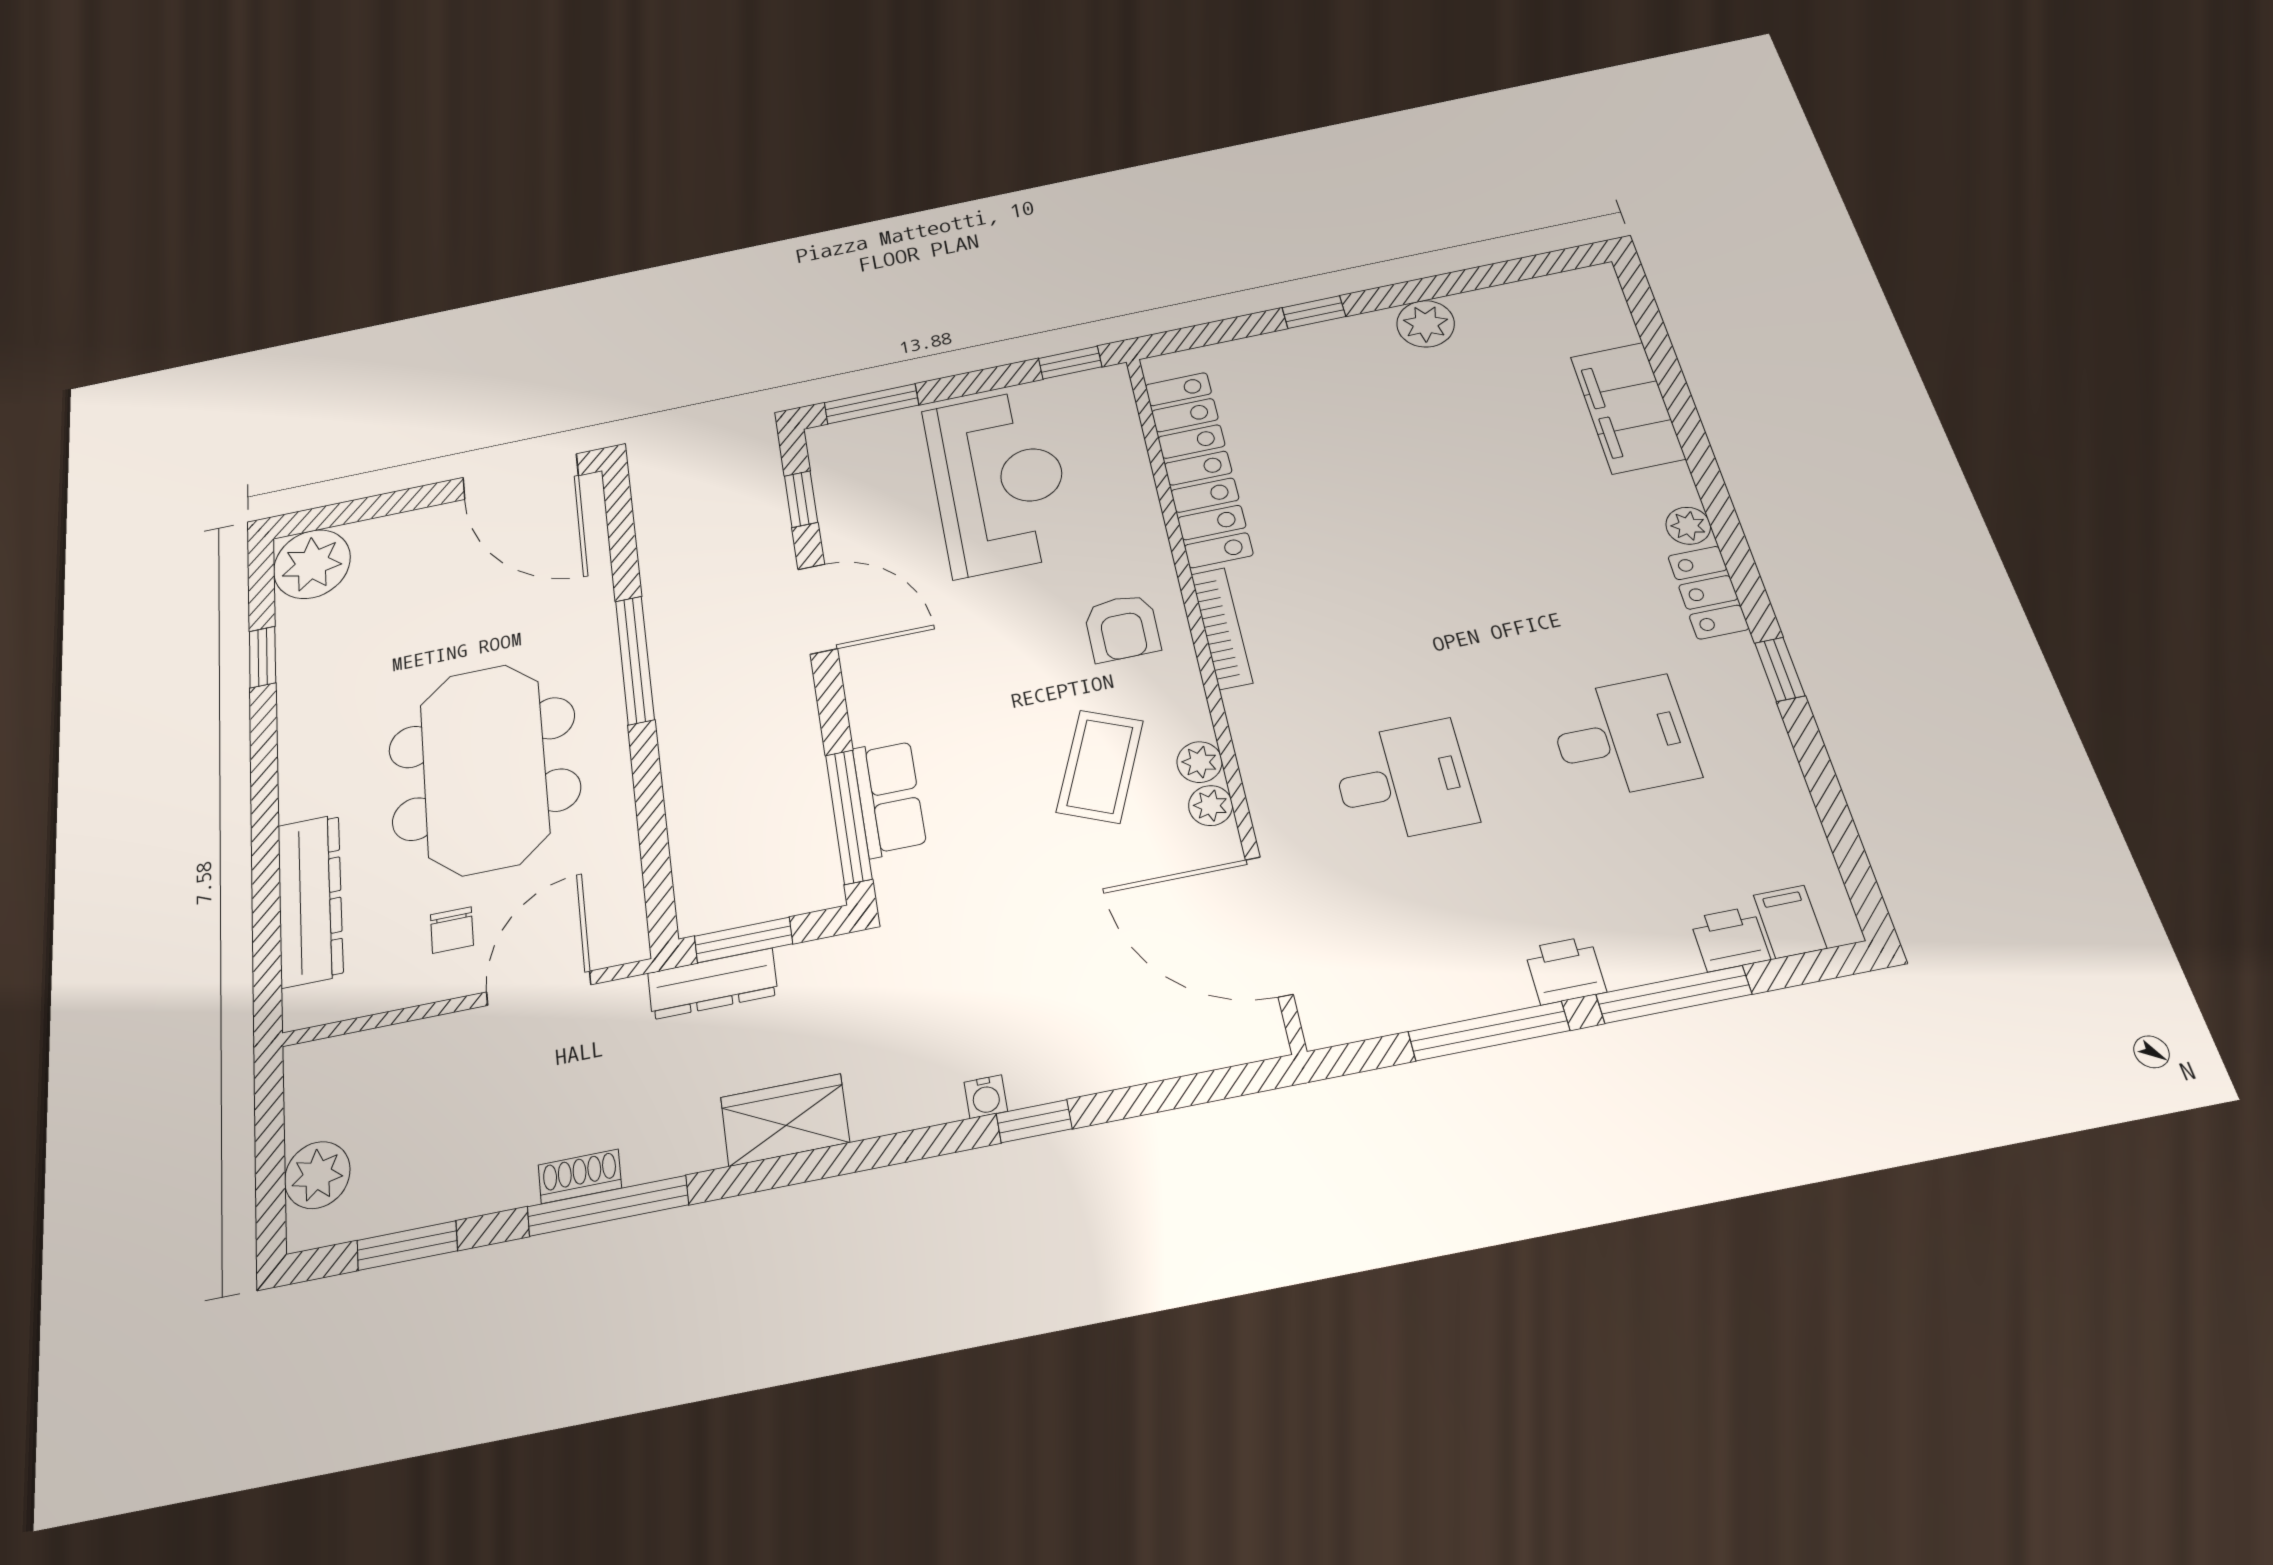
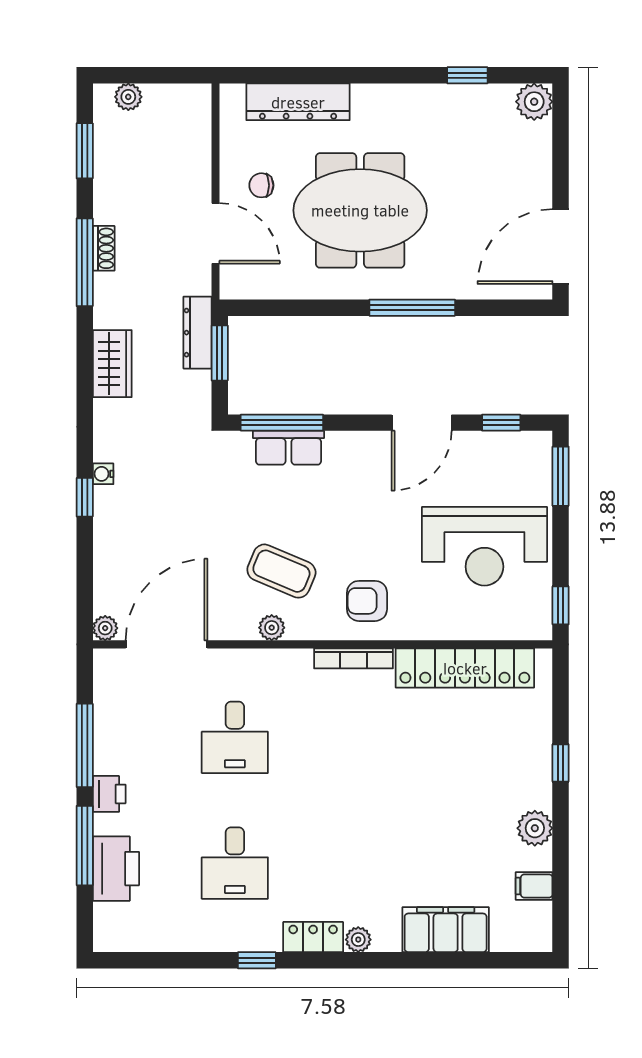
plant: (312, 564) -> (534, 102), width x0.73, depth x0.73
plant: (1211, 806) -> (105, 628), moved
filing cabinet: (1790, 922) -> (534, 886), moved, turned 180
printer: (1730, 939) -> (116, 869), width x1.87, depth x1.48
plant: (317, 1175) -> (128, 97), width x0.73, depth x0.73

